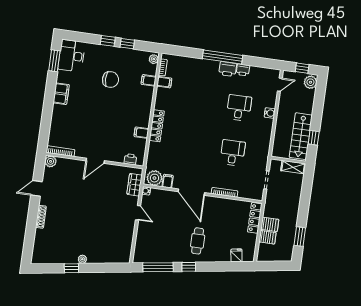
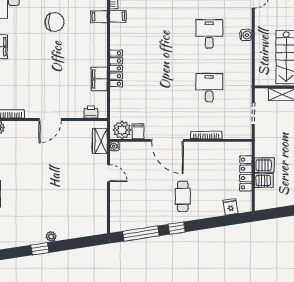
filing cabinet: (141, 133) -> (99, 79), width x2.00
locker: (255, 218) -> (246, 173), moved

